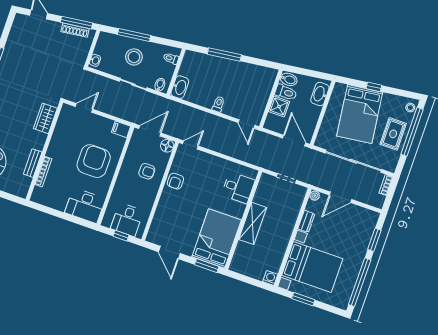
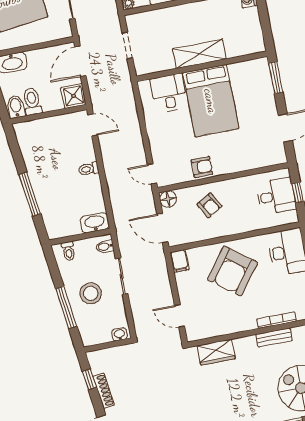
window: (76, 23) -> (89, 379), width x0.46
shoe rack: (75, 30) -> (104, 391), moved
shower: (279, 107) -> (73, 96), moved
door: (246, 124) -> (93, 125), hinge flipped
armchair: (94, 161) -> (232, 271), turned -53
armchair: (147, 171) -> (210, 205), turned 150
bed: (217, 238) -> (211, 101), moved, turned -90

